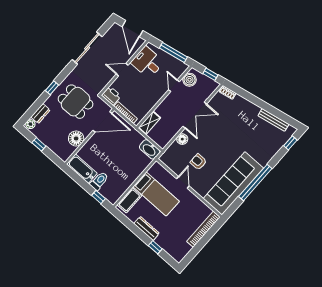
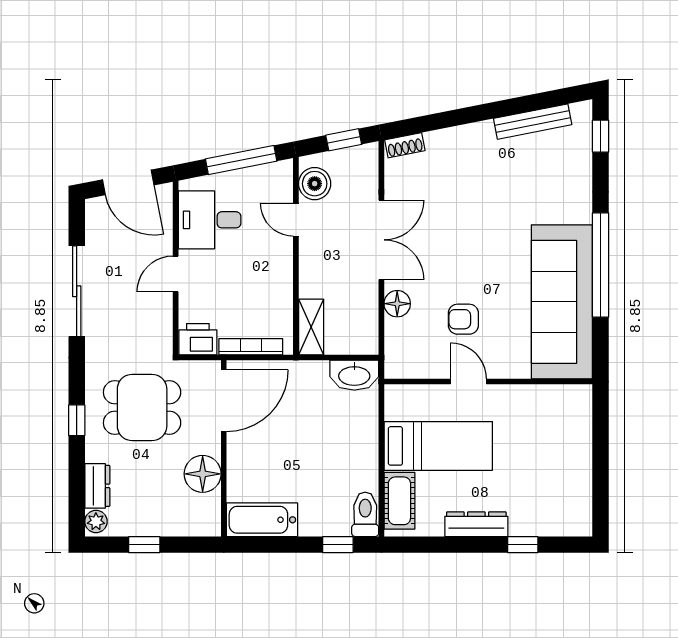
toilet: (99, 181) -> (365, 514), moved
bookcase: (203, 229) -> (581, 434), removed

